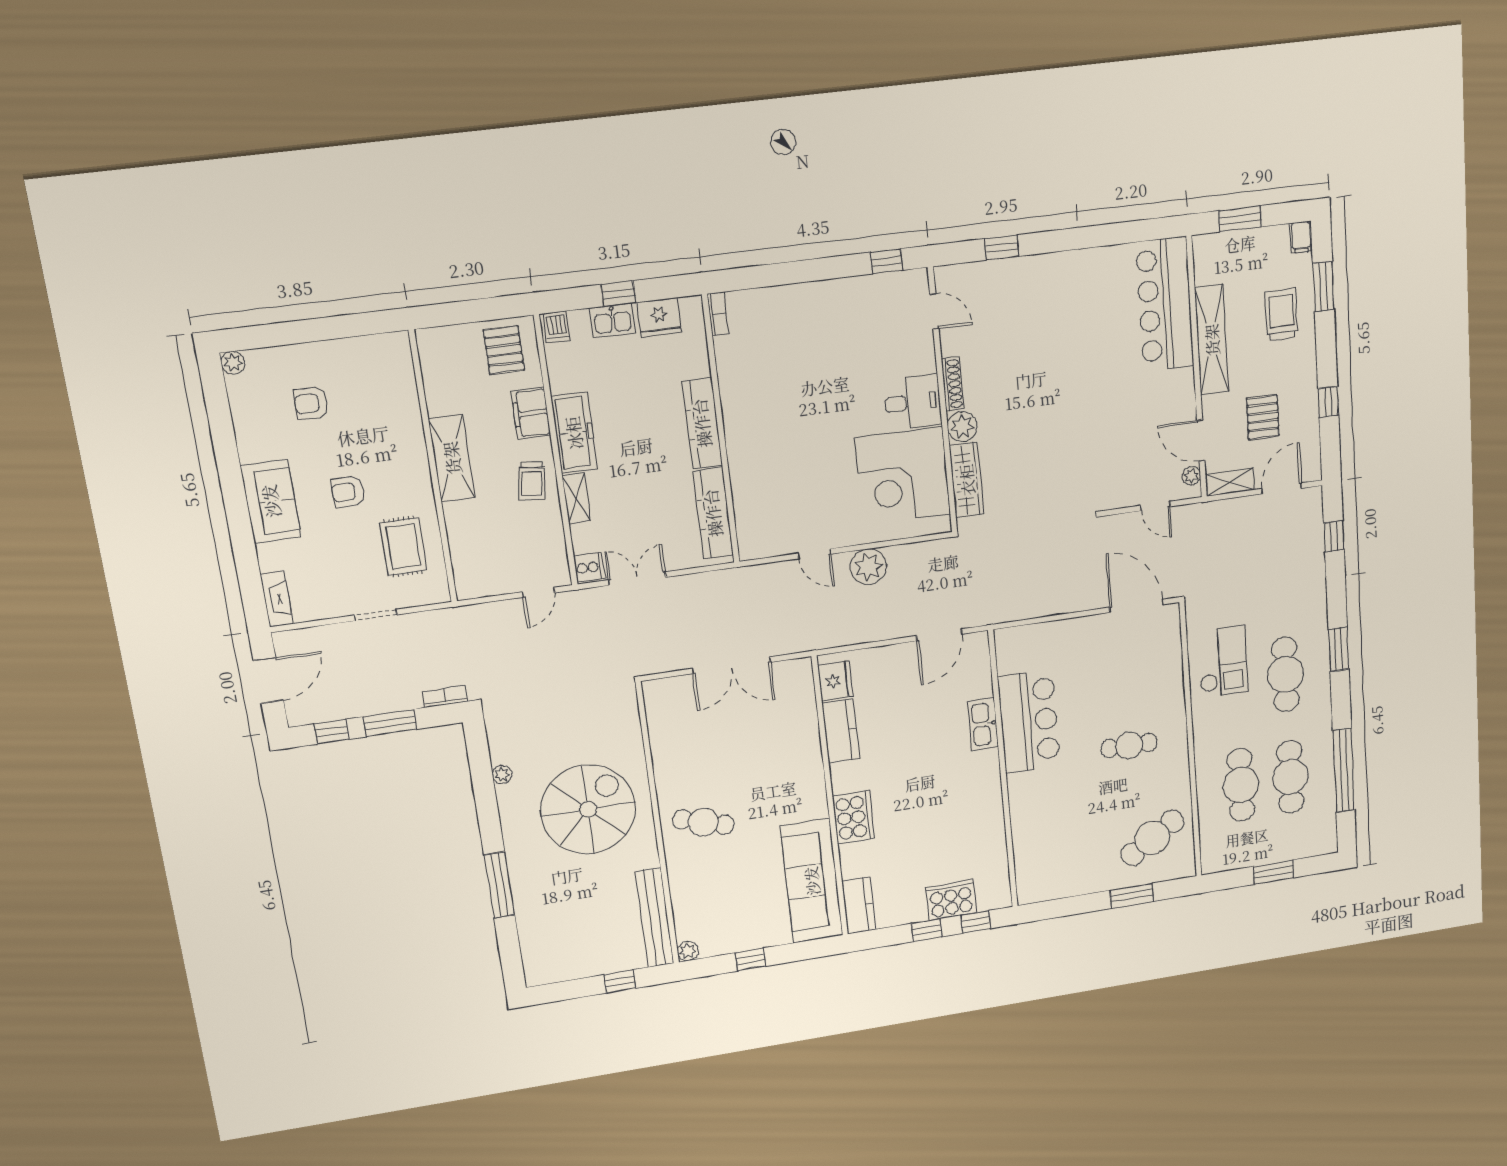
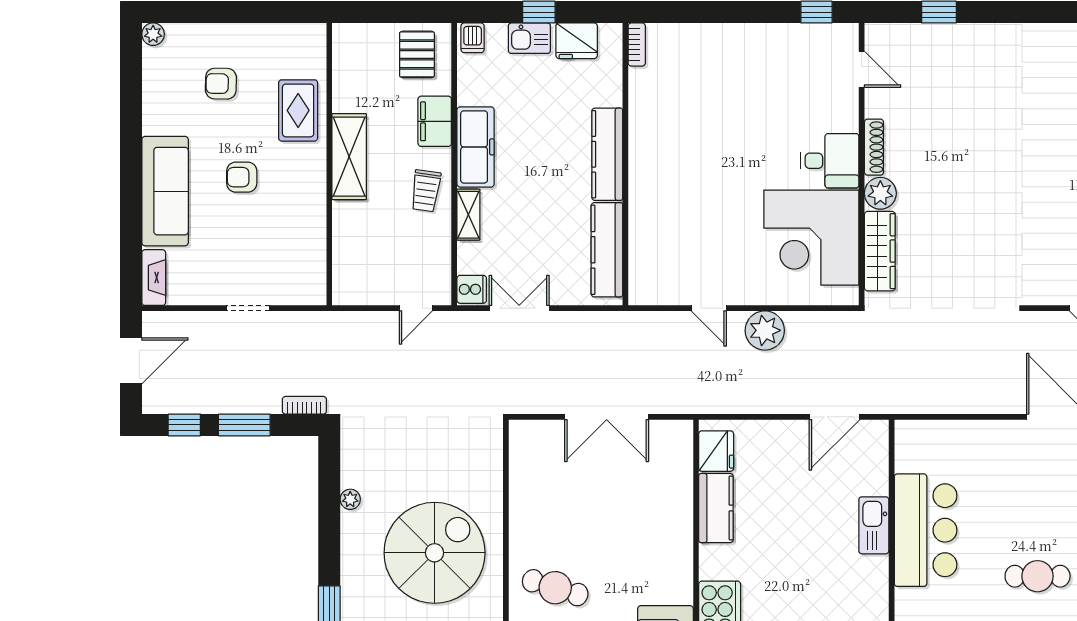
sofa: (271, 501) -> (165, 191), width x1.36
rug: (403, 547) -> (298, 110), moved

